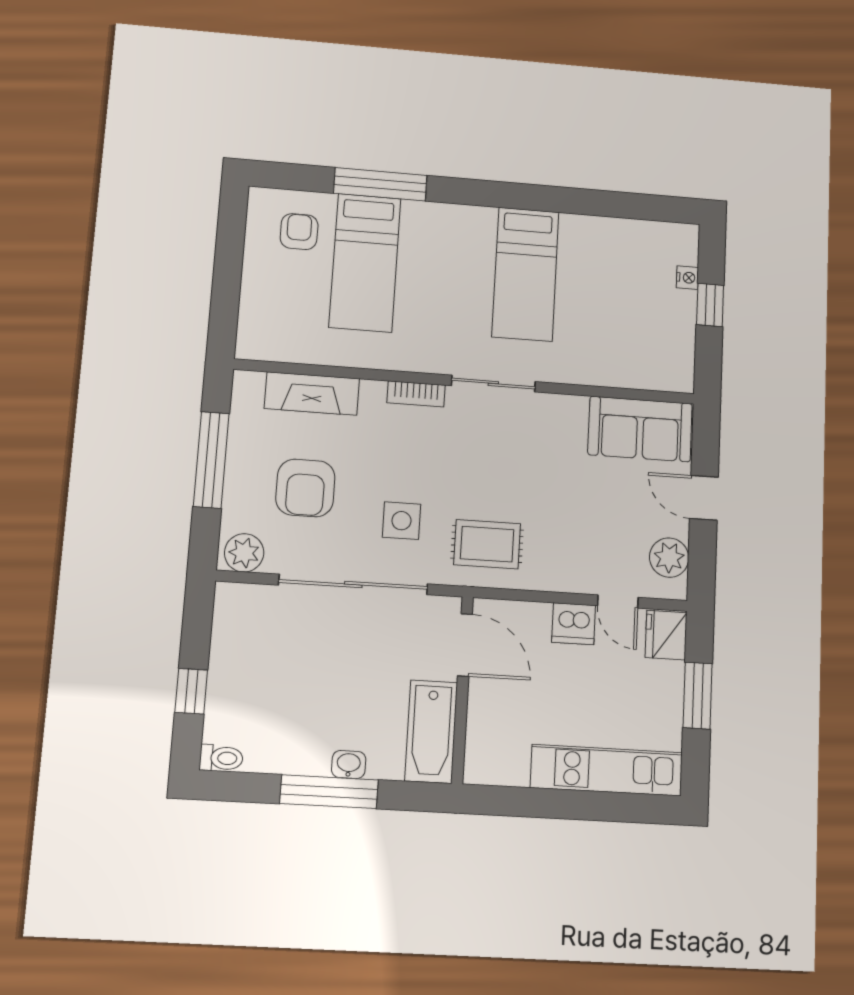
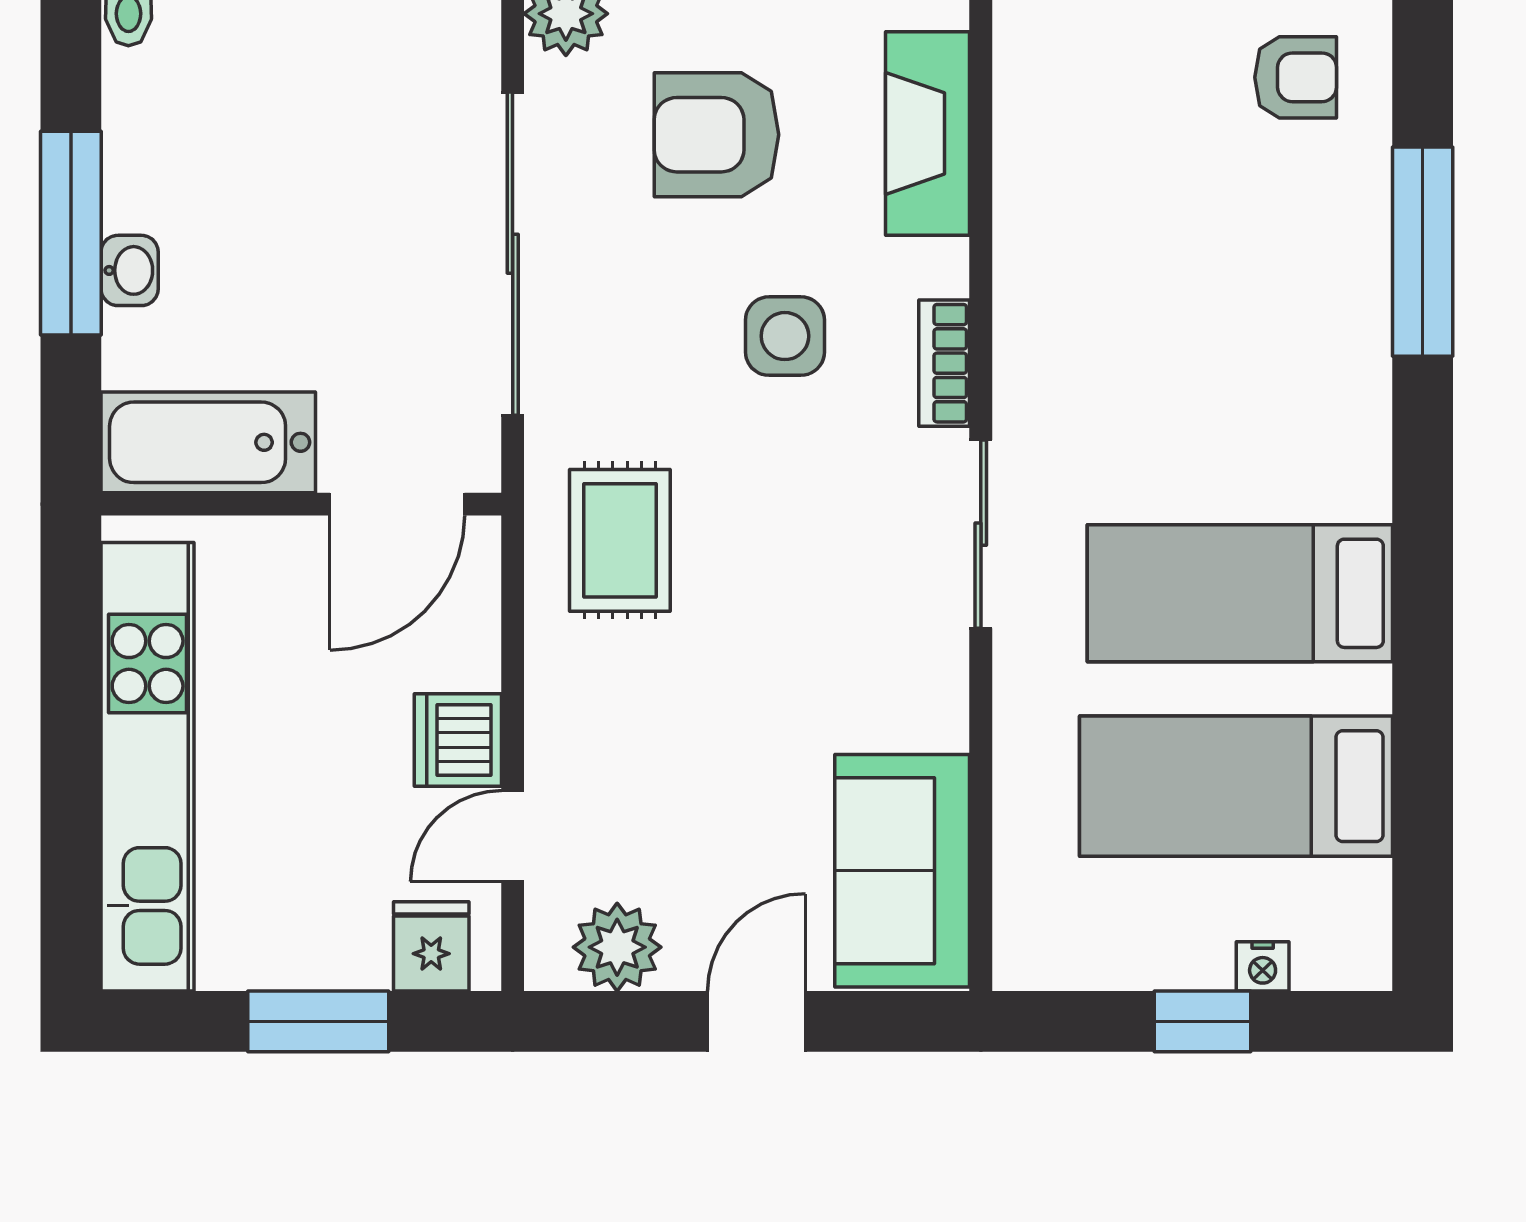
bed: (365, 263) -> (1236, 786), moved
side table: (401, 521) -> (785, 336), moved
fridge: (666, 635) -> (431, 946), width x0.72
kitchen unit: (607, 770) -> (148, 767), width x1.36

